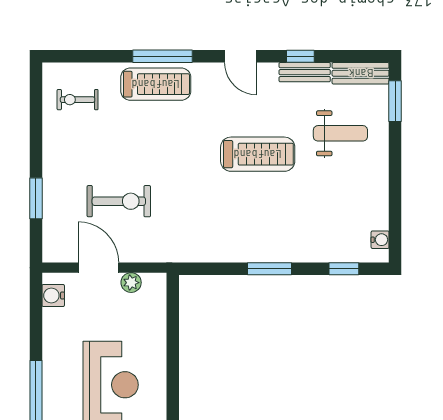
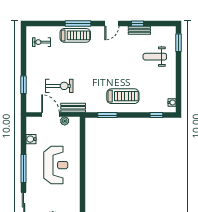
door: (241, 56) -> (112, 23), hinge flipped
bench: (361, 73) -> (73, 108), moved
weight bench: (340, 133) -> (155, 57), turned 180
treadmill: (258, 154) -> (123, 96), moved
window: (269, 269) -> (107, 115), moved
water cooler: (53, 296) -> (31, 139), moved

